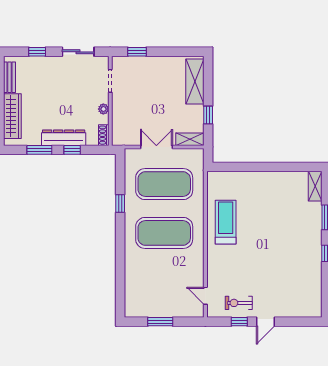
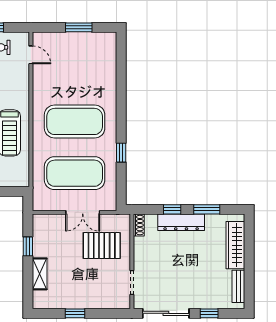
sliding door: (78, 52) -> (166, 313), width x1.37
window: (137, 52) -> (75, 313), moved
shelving: (195, 81) -> (40, 274), width x0.67, depth x0.75
plant: (103, 109) -> (139, 253), removed
pallet: (139, 116) -> (102, 246), added
shelving: (190, 139) -> (47, 221), removed

